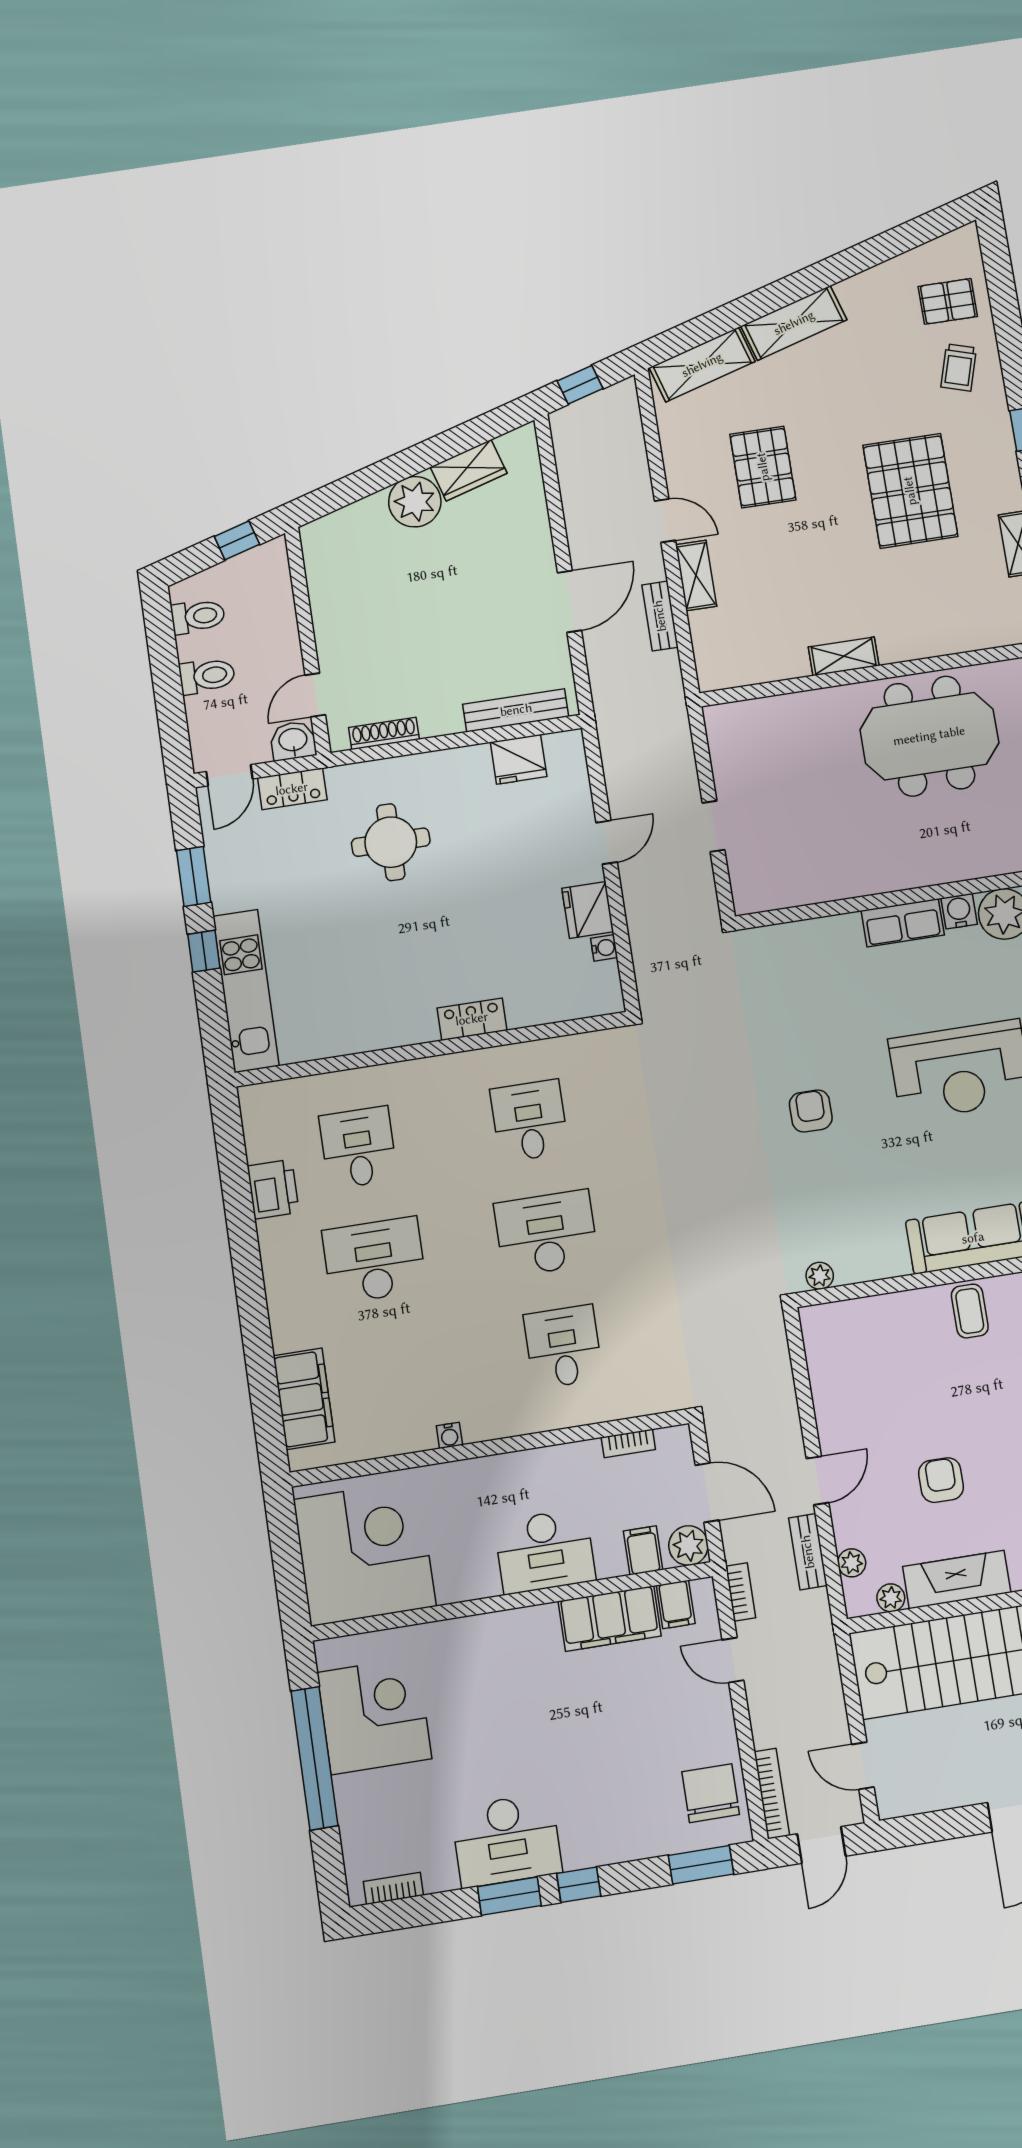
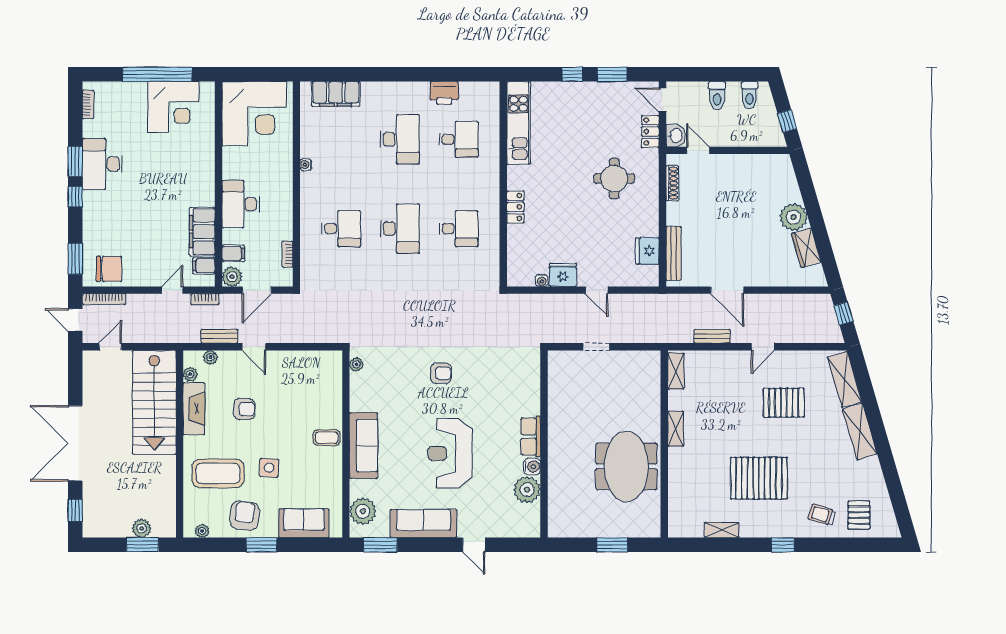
shelving: (696, 575) -> (676, 371), moved, turned 90
kitchen unit: (246, 991) -> (519, 123), moved, turned -90

